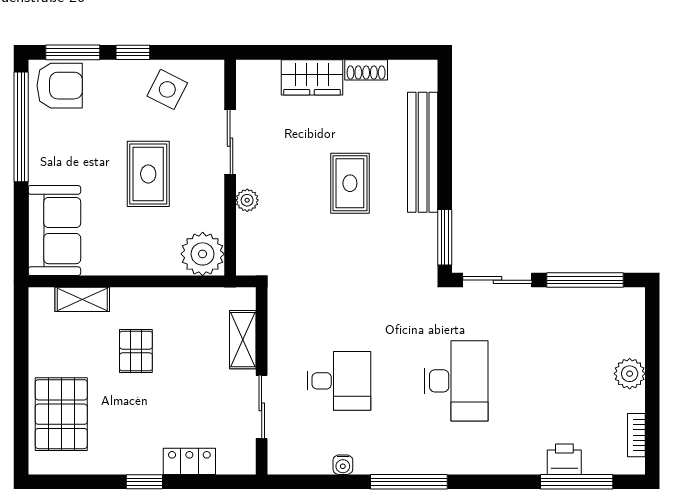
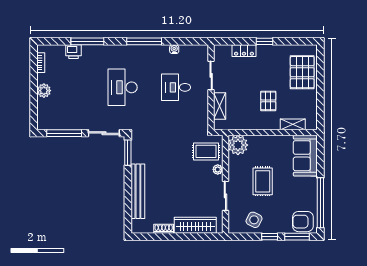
wardrobe: (312, 77) -> (195, 225), width x1.50
rug: (350, 183) -> (206, 151), moved, turned 90
window: (577, 482) -> (87, 41), moved

